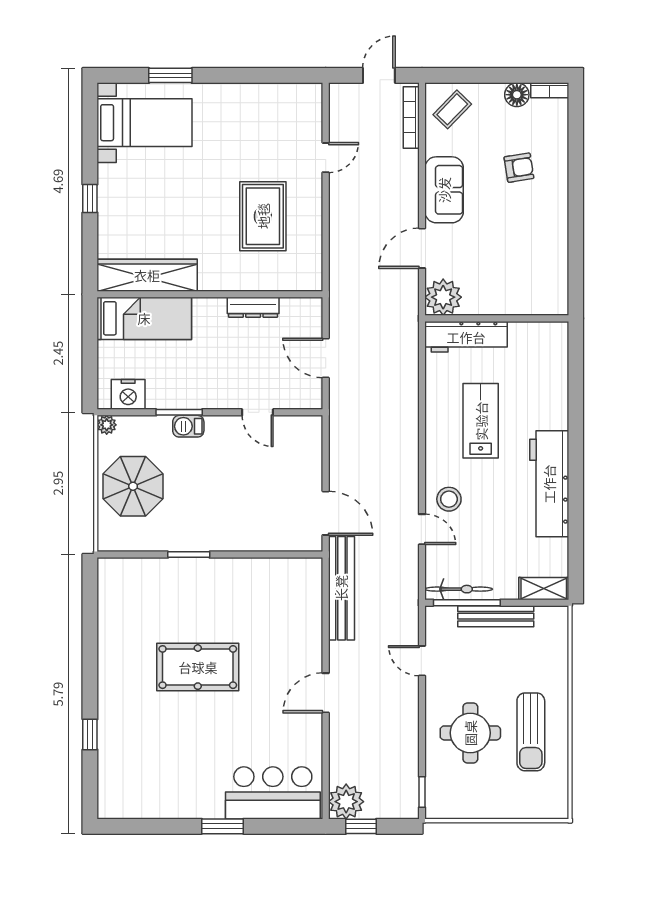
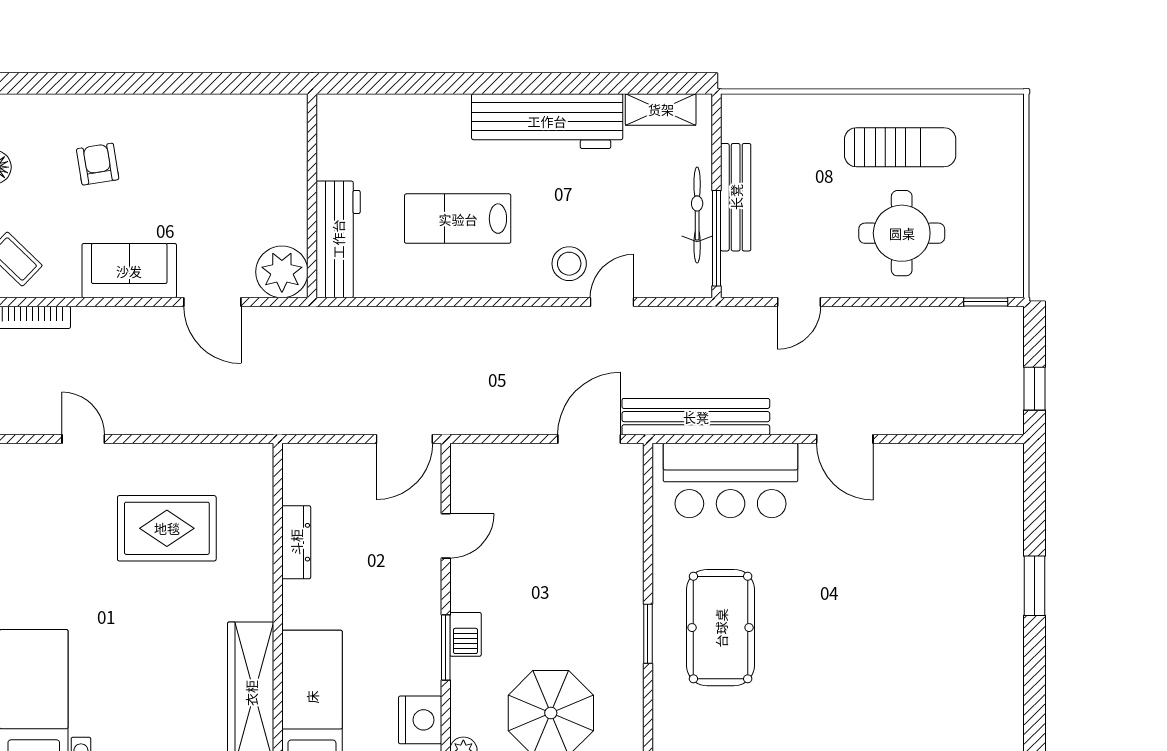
door: (326, 358) -> (404, 439), moved
bicycle: (459, 589) -> (697, 215), moved
shelving: (544, 589) -> (661, 109), moved, turned 90
pool table: (198, 667) -> (721, 628), moved
bar counter: (273, 793) -> (731, 480), moved, turned -90
plant: (346, 802) -> (999, 410), removed

